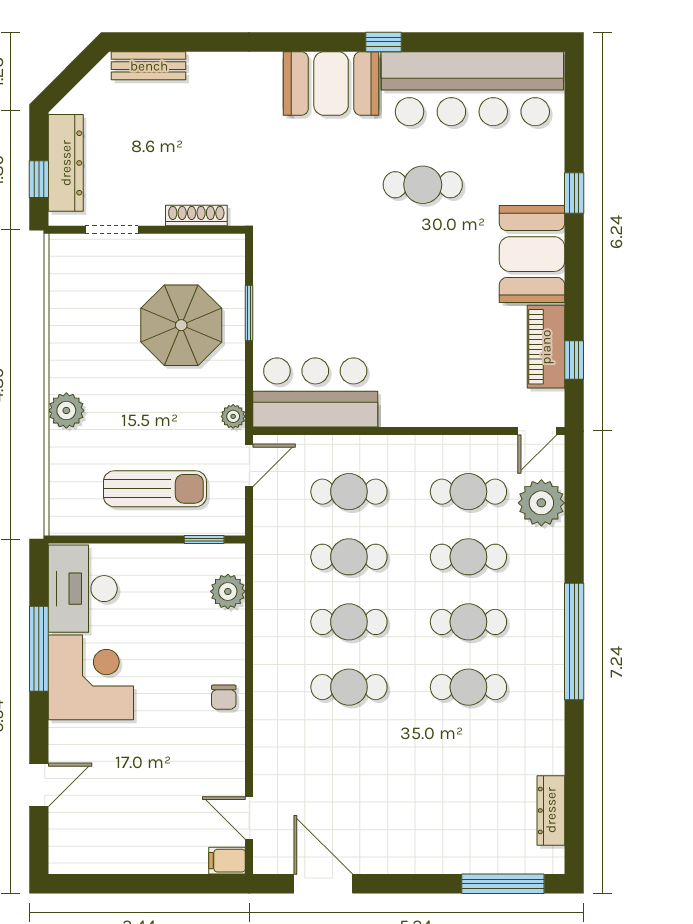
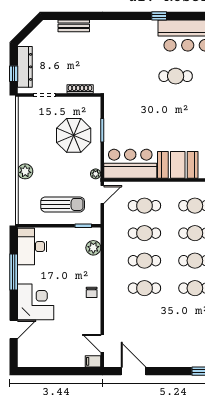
bench: (149, 66) -> (74, 26), moved
booth: (331, 83) -> (178, 165), moved
corner desk: (91, 677) -> (36, 302), moved

